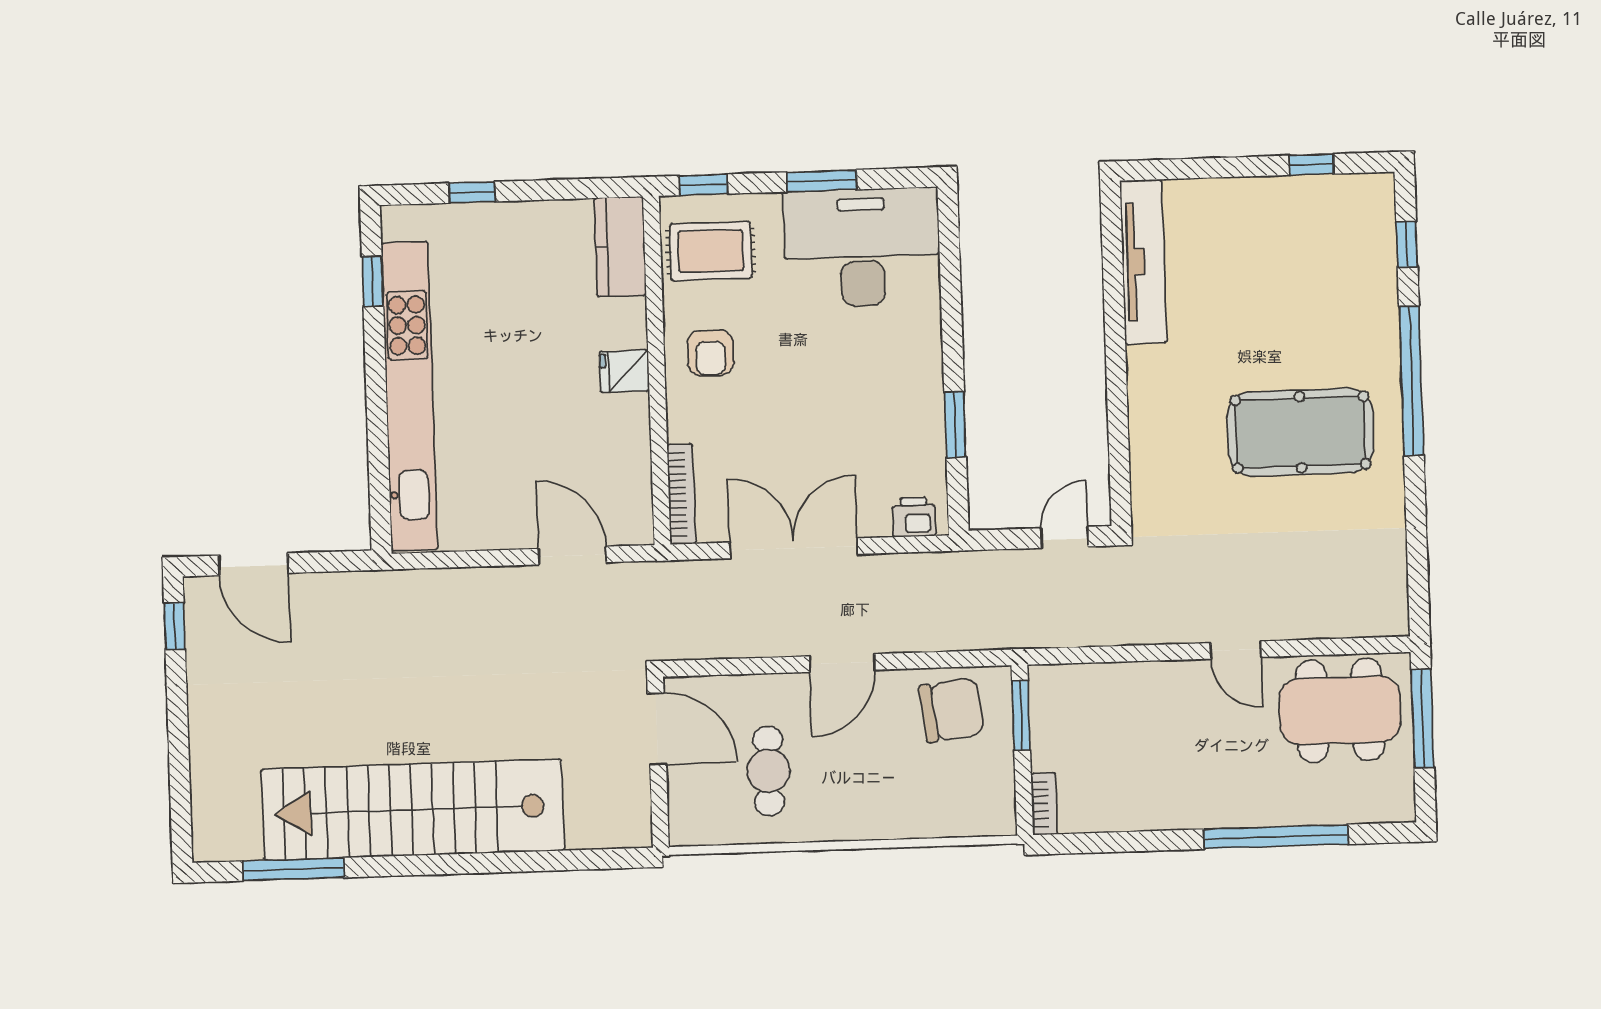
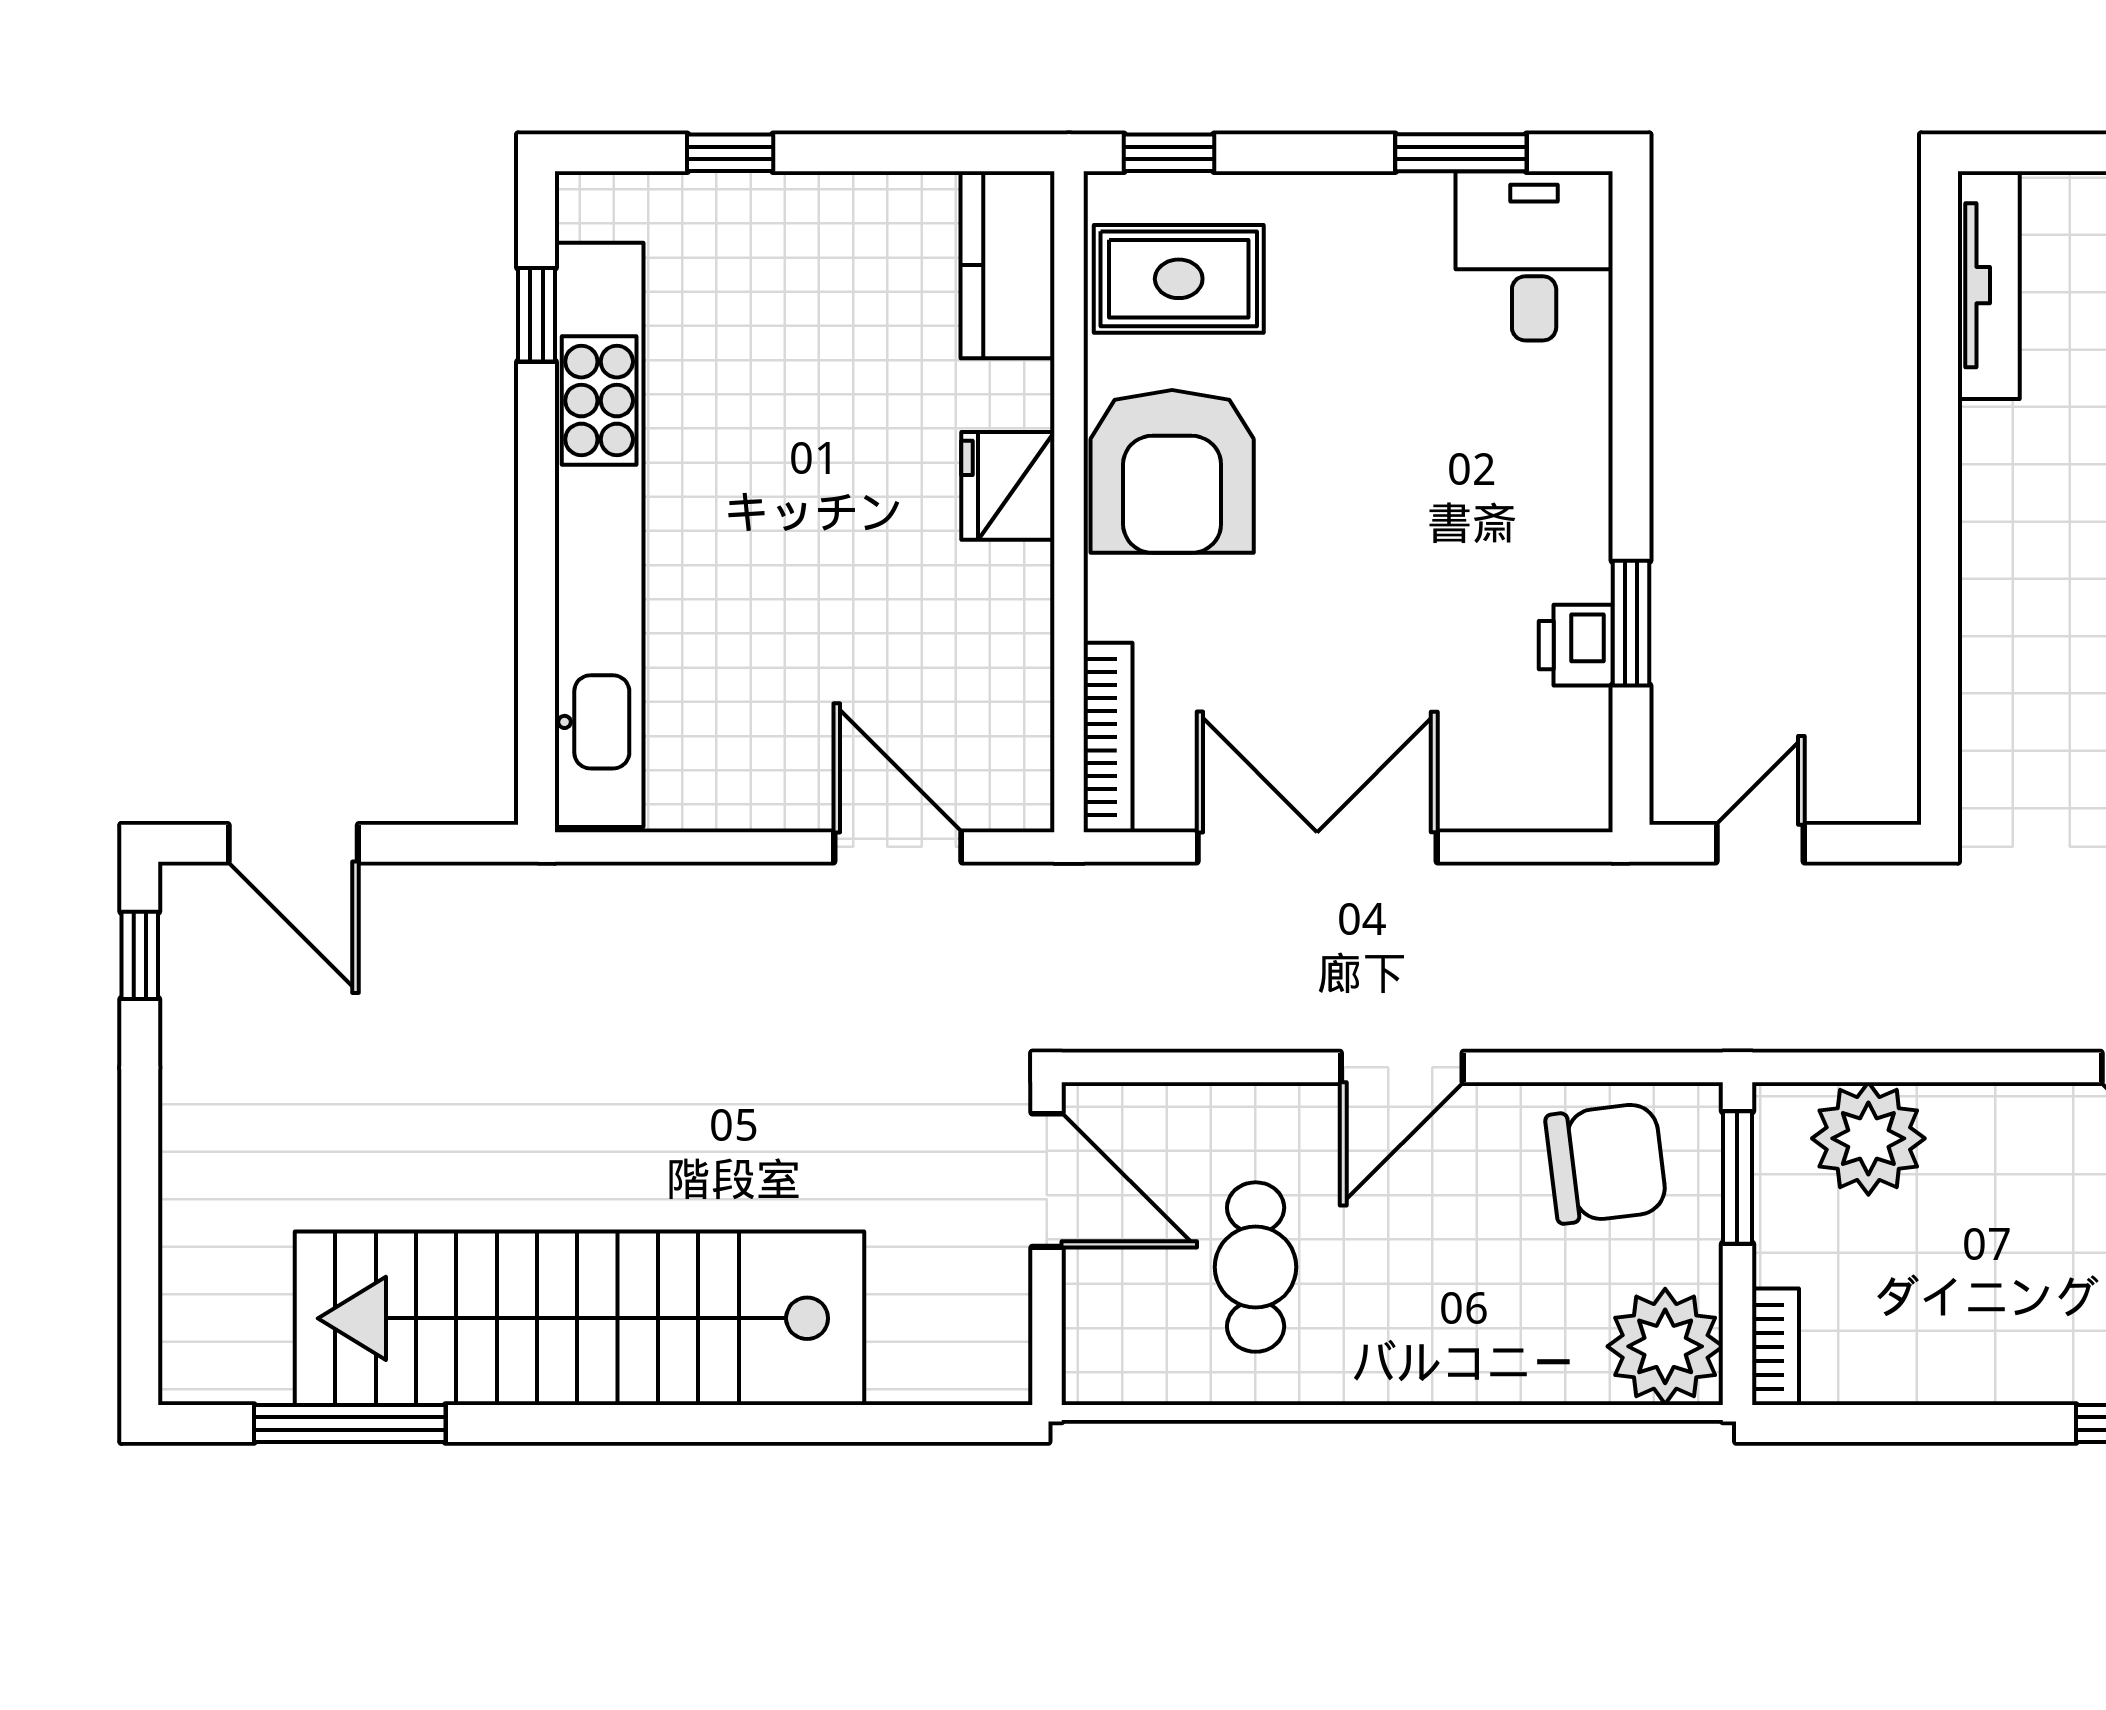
window: (822, 181) -> (1461, 153), moved
desk: (862, 247) -> (1534, 256), width x0.53, depth x0.77
tv unit: (1143, 262) -> (1989, 285), width x0.73, depth x0.78
armchair: (710, 353) -> (1172, 471), width x1.88, depth x1.88
fridge: (624, 371) -> (1008, 486), width x1.38
printer: (914, 517) -> (1576, 645), moved, turned -90
door: (1065, 537) -> (1760, 843), moved
plant: (1089, 692) -> (1868, 1138), added
plant: (986, 806) -> (1665, 1346), added

